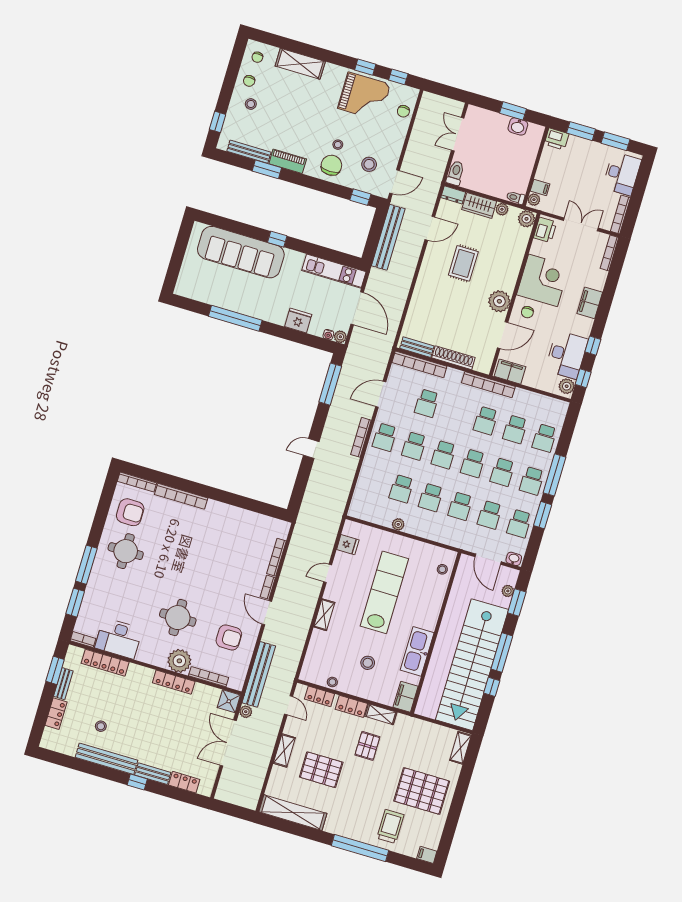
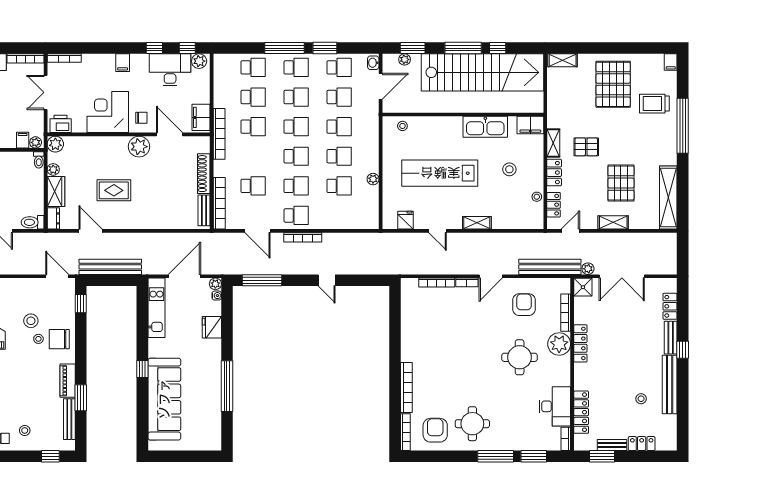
stool: (369, 164) -> (31, 321), moved
filing cabinet: (590, 303) -> (123, 63), width x0.50

